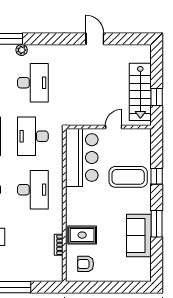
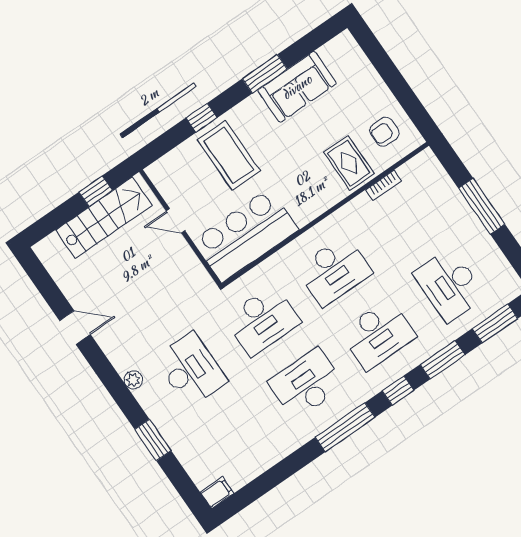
door: (95, 39) -> (75, 328), swing flipped
plant: (22, 50) -> (133, 380), moved
desk: (33, 83) -> (191, 370), turned 90
desk: (33, 190) -> (334, 271), turned 180
armchair: (86, 264) -> (384, 132), turned 90

